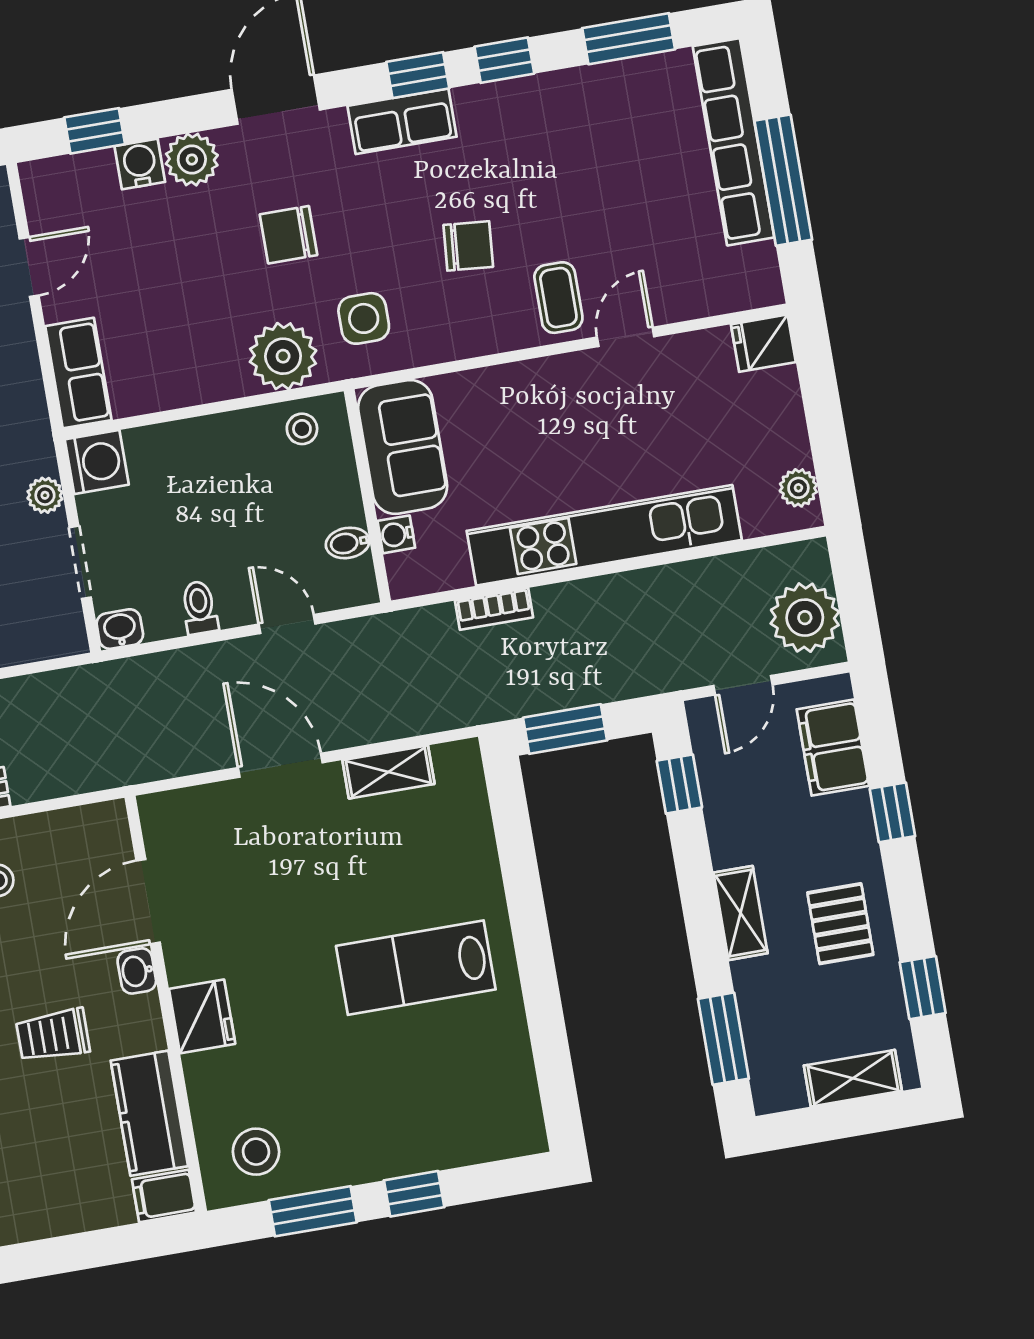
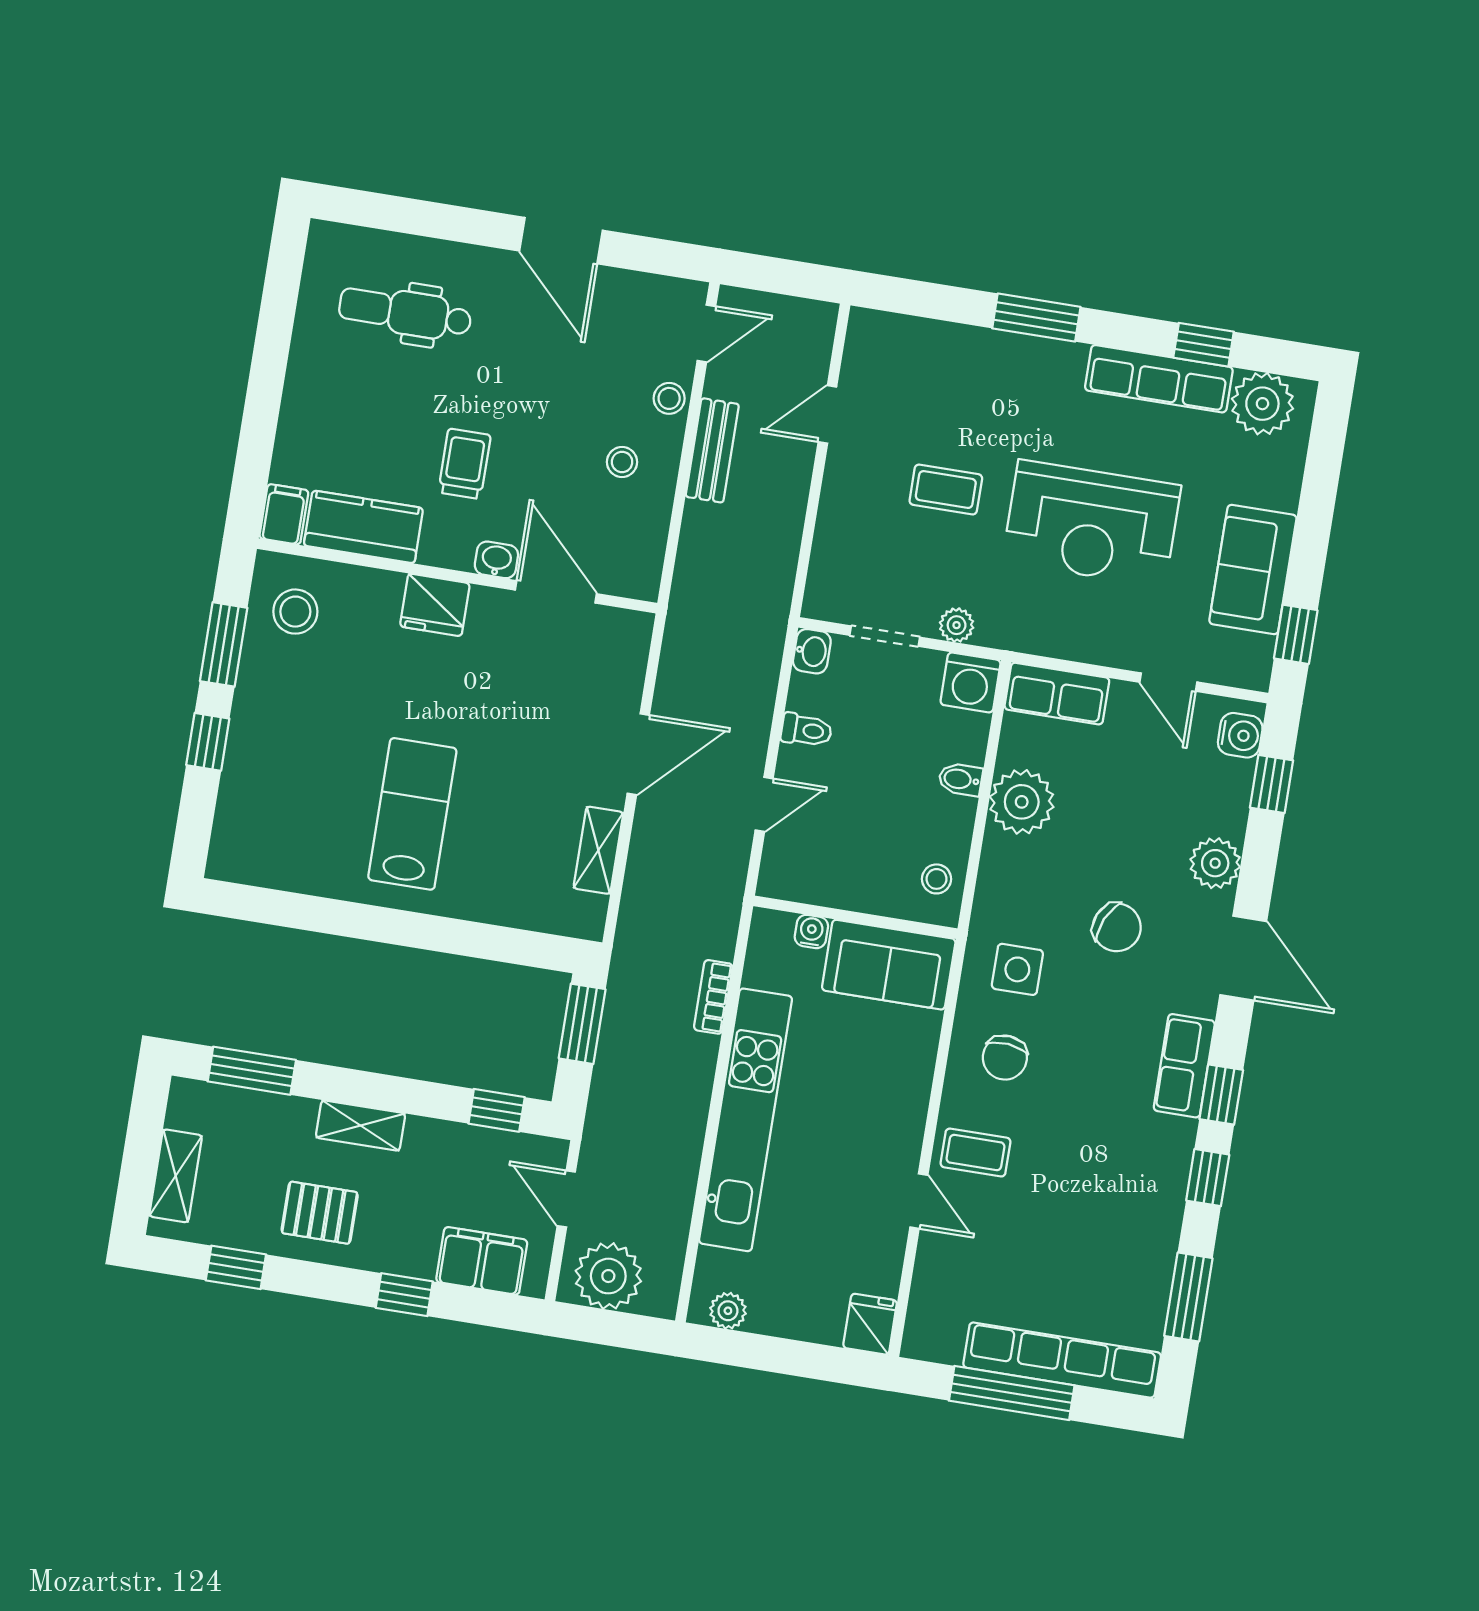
water cooler: (140, 164) -> (1240, 735), moved
chair: (288, 235) -> (1117, 927), turned 114
chair: (468, 246) -> (1005, 1058), moved
plant: (283, 356) -> (1022, 802), moved
bidet: (348, 543) -> (960, 779), moved, turned -90

